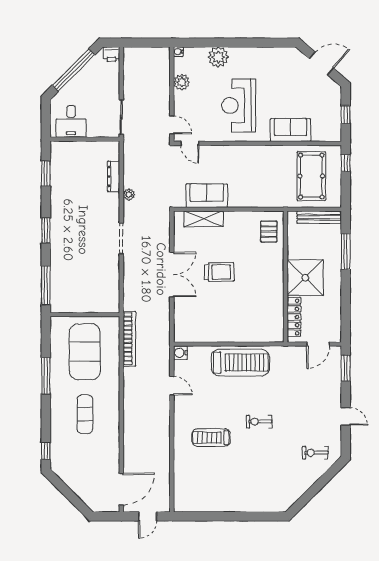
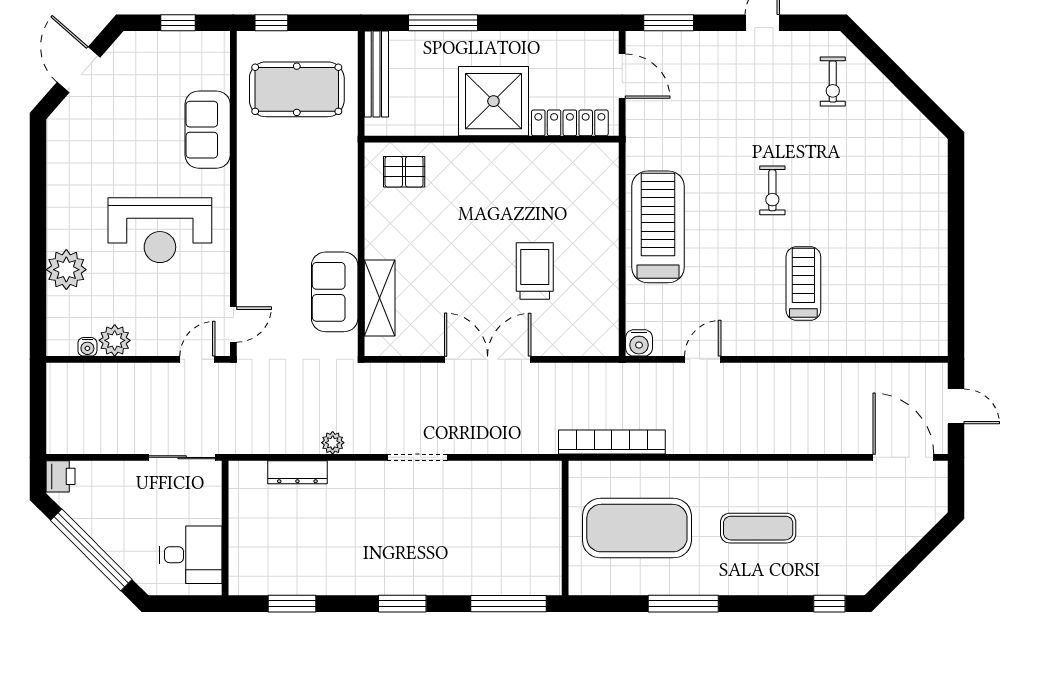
water cooler: (178, 52) -> (87, 347), moved
trolley: (219, 272) -> (535, 271), moved
treadmill: (211, 438) -> (803, 283), turned 180

